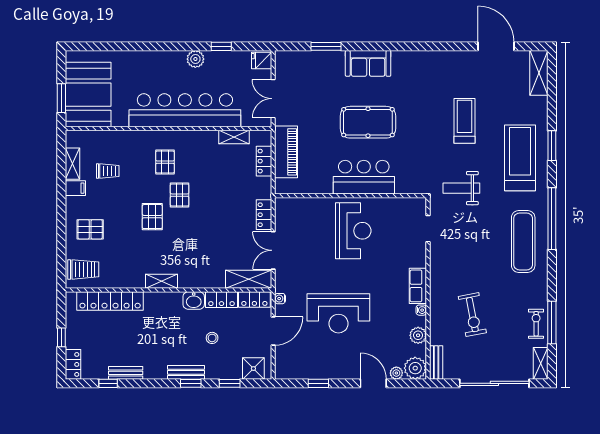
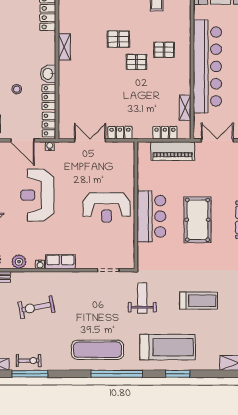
shelving: (249, 279) -> (66, 120), removed

